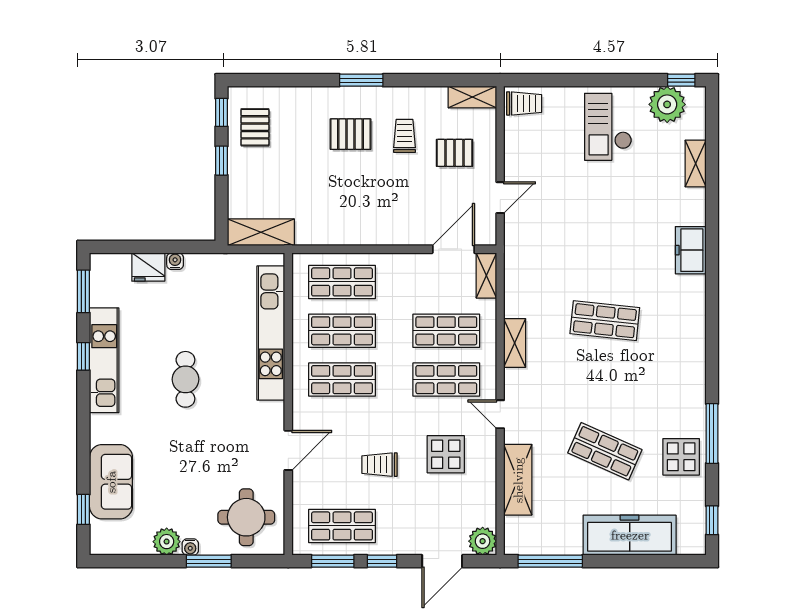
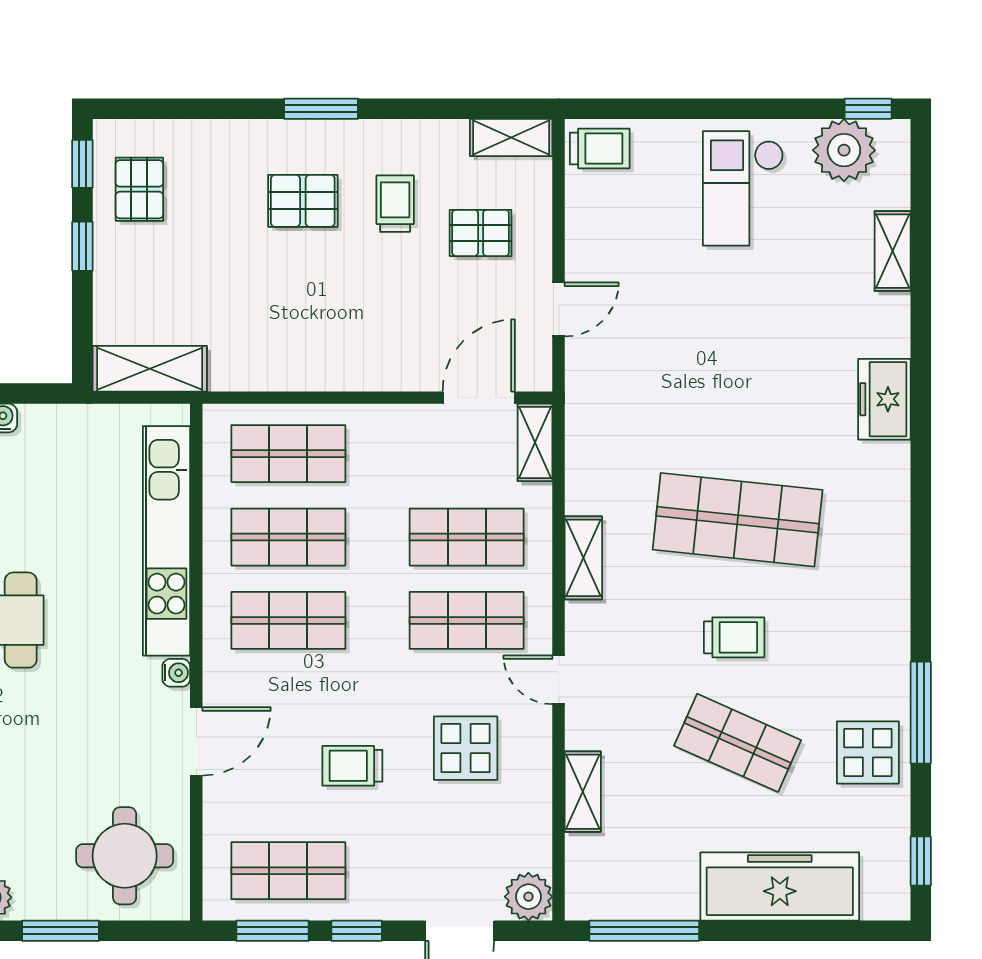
shop shelf: (605, 321) -> (738, 520), width x1.43, depth x1.36
trolley: (603, 389) -> (734, 637), added
shelving: (518, 480) -> (583, 792), width x0.67, depth x0.75
water cooler: (190, 547) -> (176, 673), moved, turned -90

